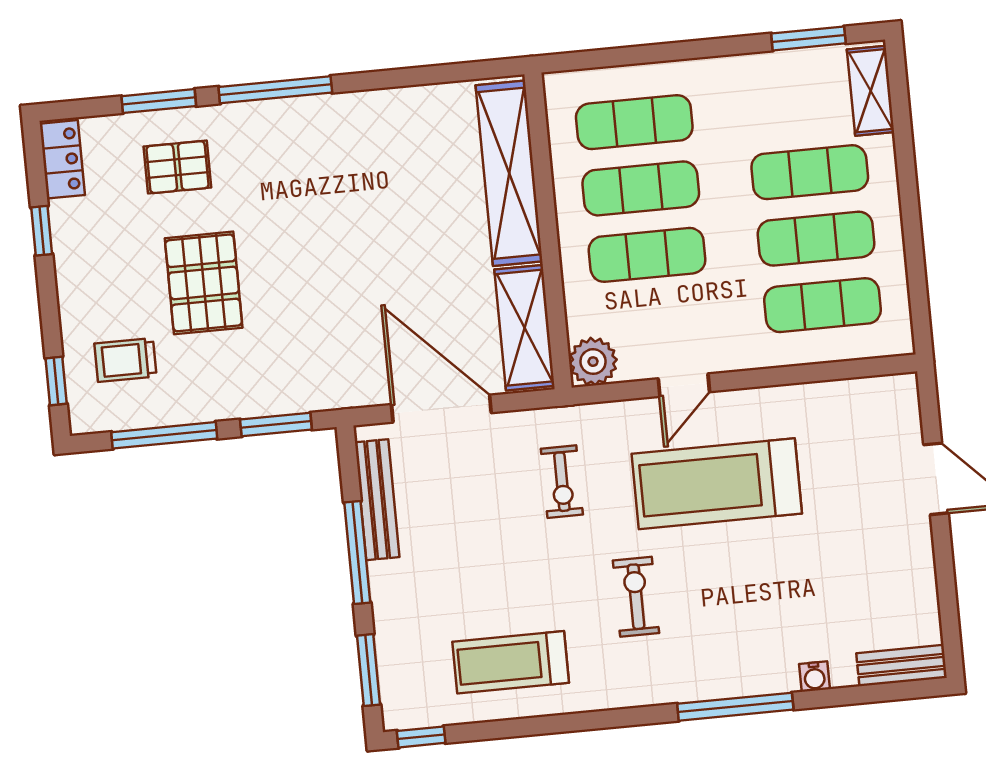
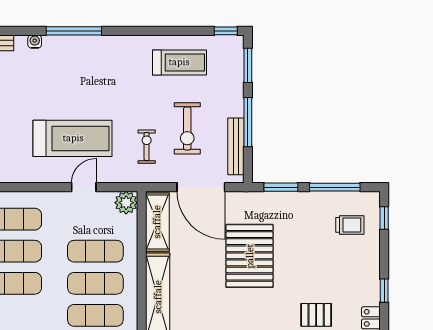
pallet: (204, 283) -> (250, 256), moved, width x1.37, depth x1.41
exercise bike: (636, 597) -> (187, 128), moved, width x1.38, depth x1.39

